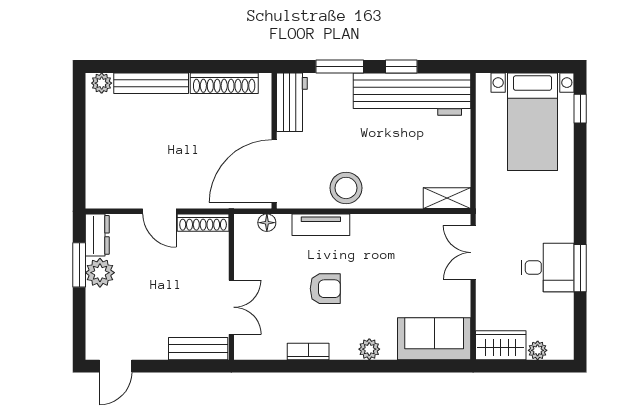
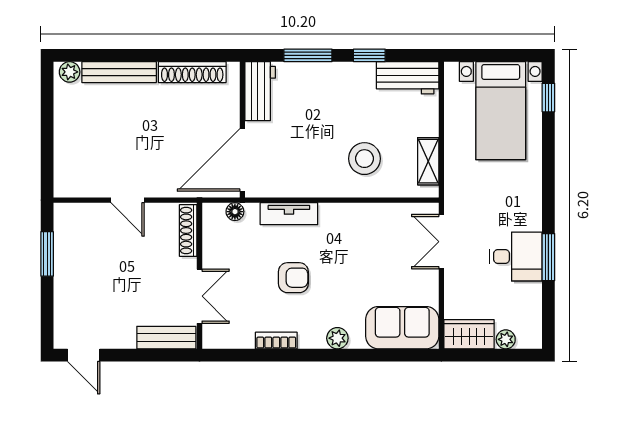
workbench: (412, 94) -> (408, 78), width x0.53, depth x0.76
stool: (346, 188) -> (364, 159), moved
shelving: (447, 198) -> (428, 161), moved, turned 90
shoe rack: (203, 223) -> (188, 231), moved, turned 90
dresser: (97, 235) -> (65, 224), removed
plant: (100, 273) -> (68, 262), removed
door: (116, 366) -> (84, 355), hinge flipped

